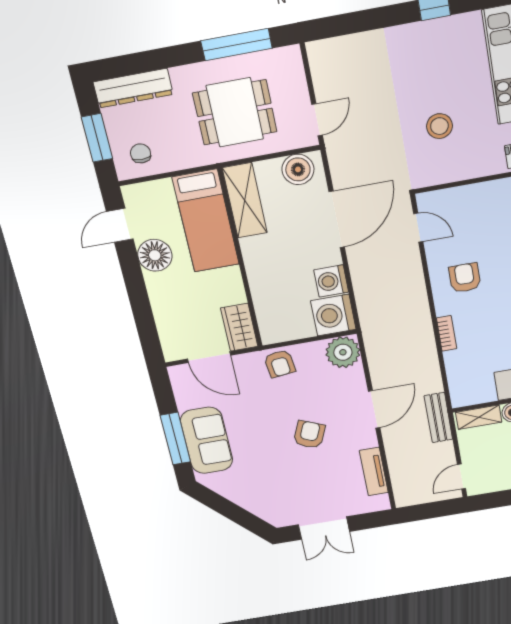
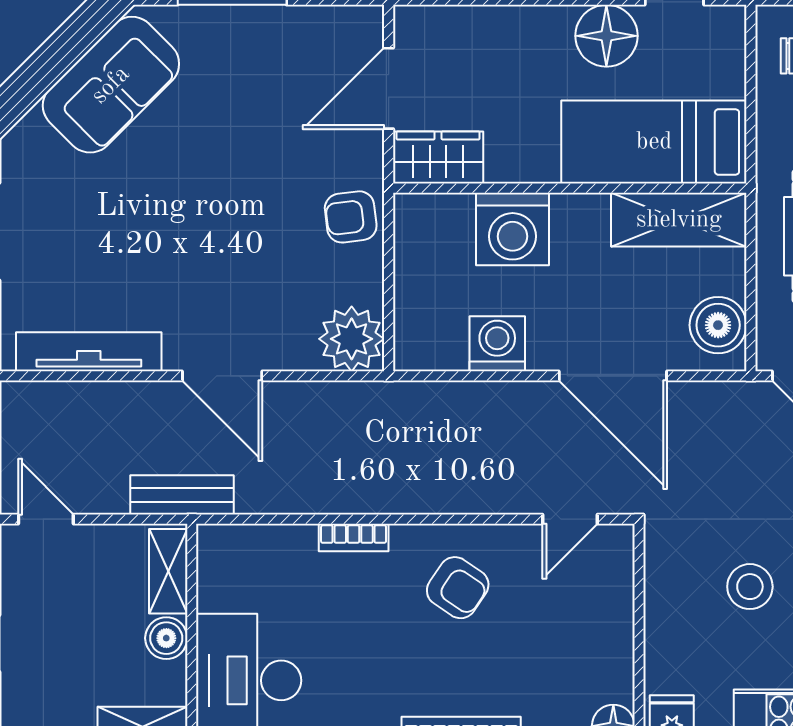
armchair: (465, 278) -> (458, 588), turned 34
washing machine: (333, 315) -> (513, 229), moved, turned 180
armchair: (309, 435) -> (192, 243), removed
sofa: (207, 440) -> (111, 85), moved, turned -45
tv unit: (374, 472) -> (89, 352), width x1.41

